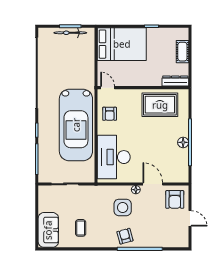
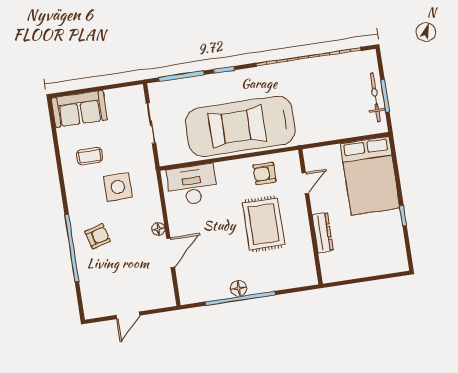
cot: (182, 52) -> (372, 267), removed
dresser: (175, 81) -> (323, 233), moved
door: (108, 88) -> (305, 183), moved
rug: (160, 105) -> (264, 224), moved
desk: (114, 157) -> (192, 185), width x0.73, depth x0.77
armchair: (175, 199) -> (153, 289), removed
side table: (123, 207) -> (118, 187), moved
armchair: (125, 236) -> (98, 236), moved

